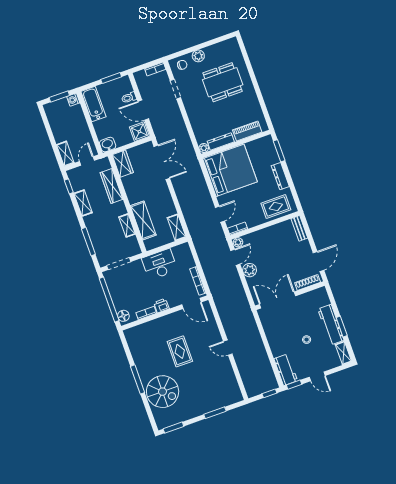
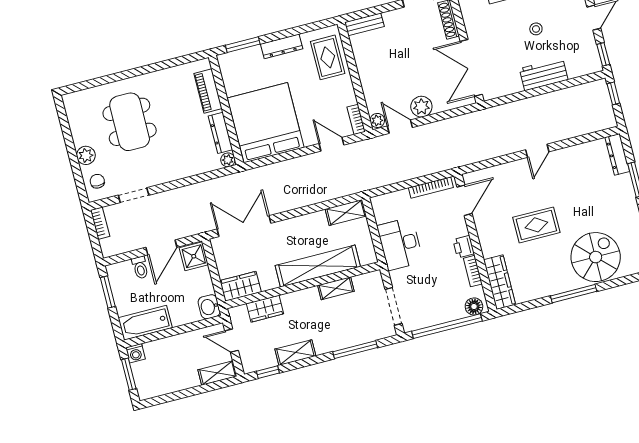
wardrobe: (111, 186) -> (265, 309), width x0.67
shelving: (143, 220) -> (318, 266), width x1.47
wardrobe: (141, 331) -> (500, 282), added
workbench: (286, 370) -> (544, 74), moved
dresser: (230, 400) -> (617, 154), added

